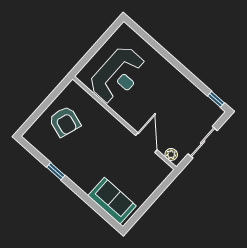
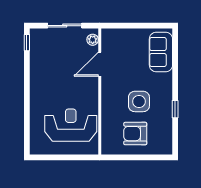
armchair: (65, 121) -> (135, 134), turned -108
side table: (88, 147) -> (139, 101), added

